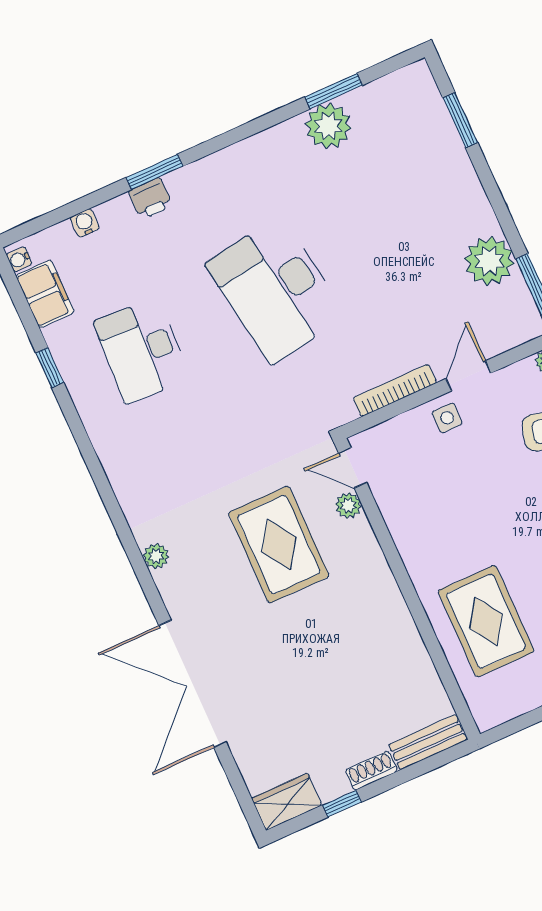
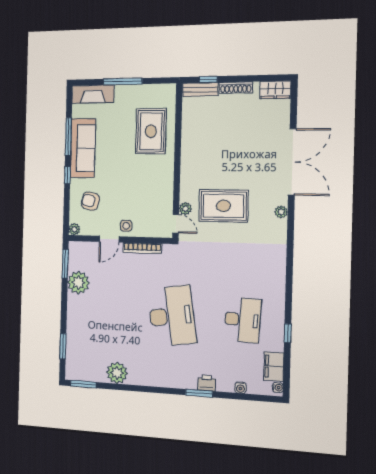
window: (334, 91) -> (83, 384), moved
rug: (279, 544) -> (224, 206), turned 90
plant: (156, 556) -> (281, 212), moved
shoe rack: (371, 771) -> (236, 88), width x1.43
window: (342, 803) -> (208, 79), moved

